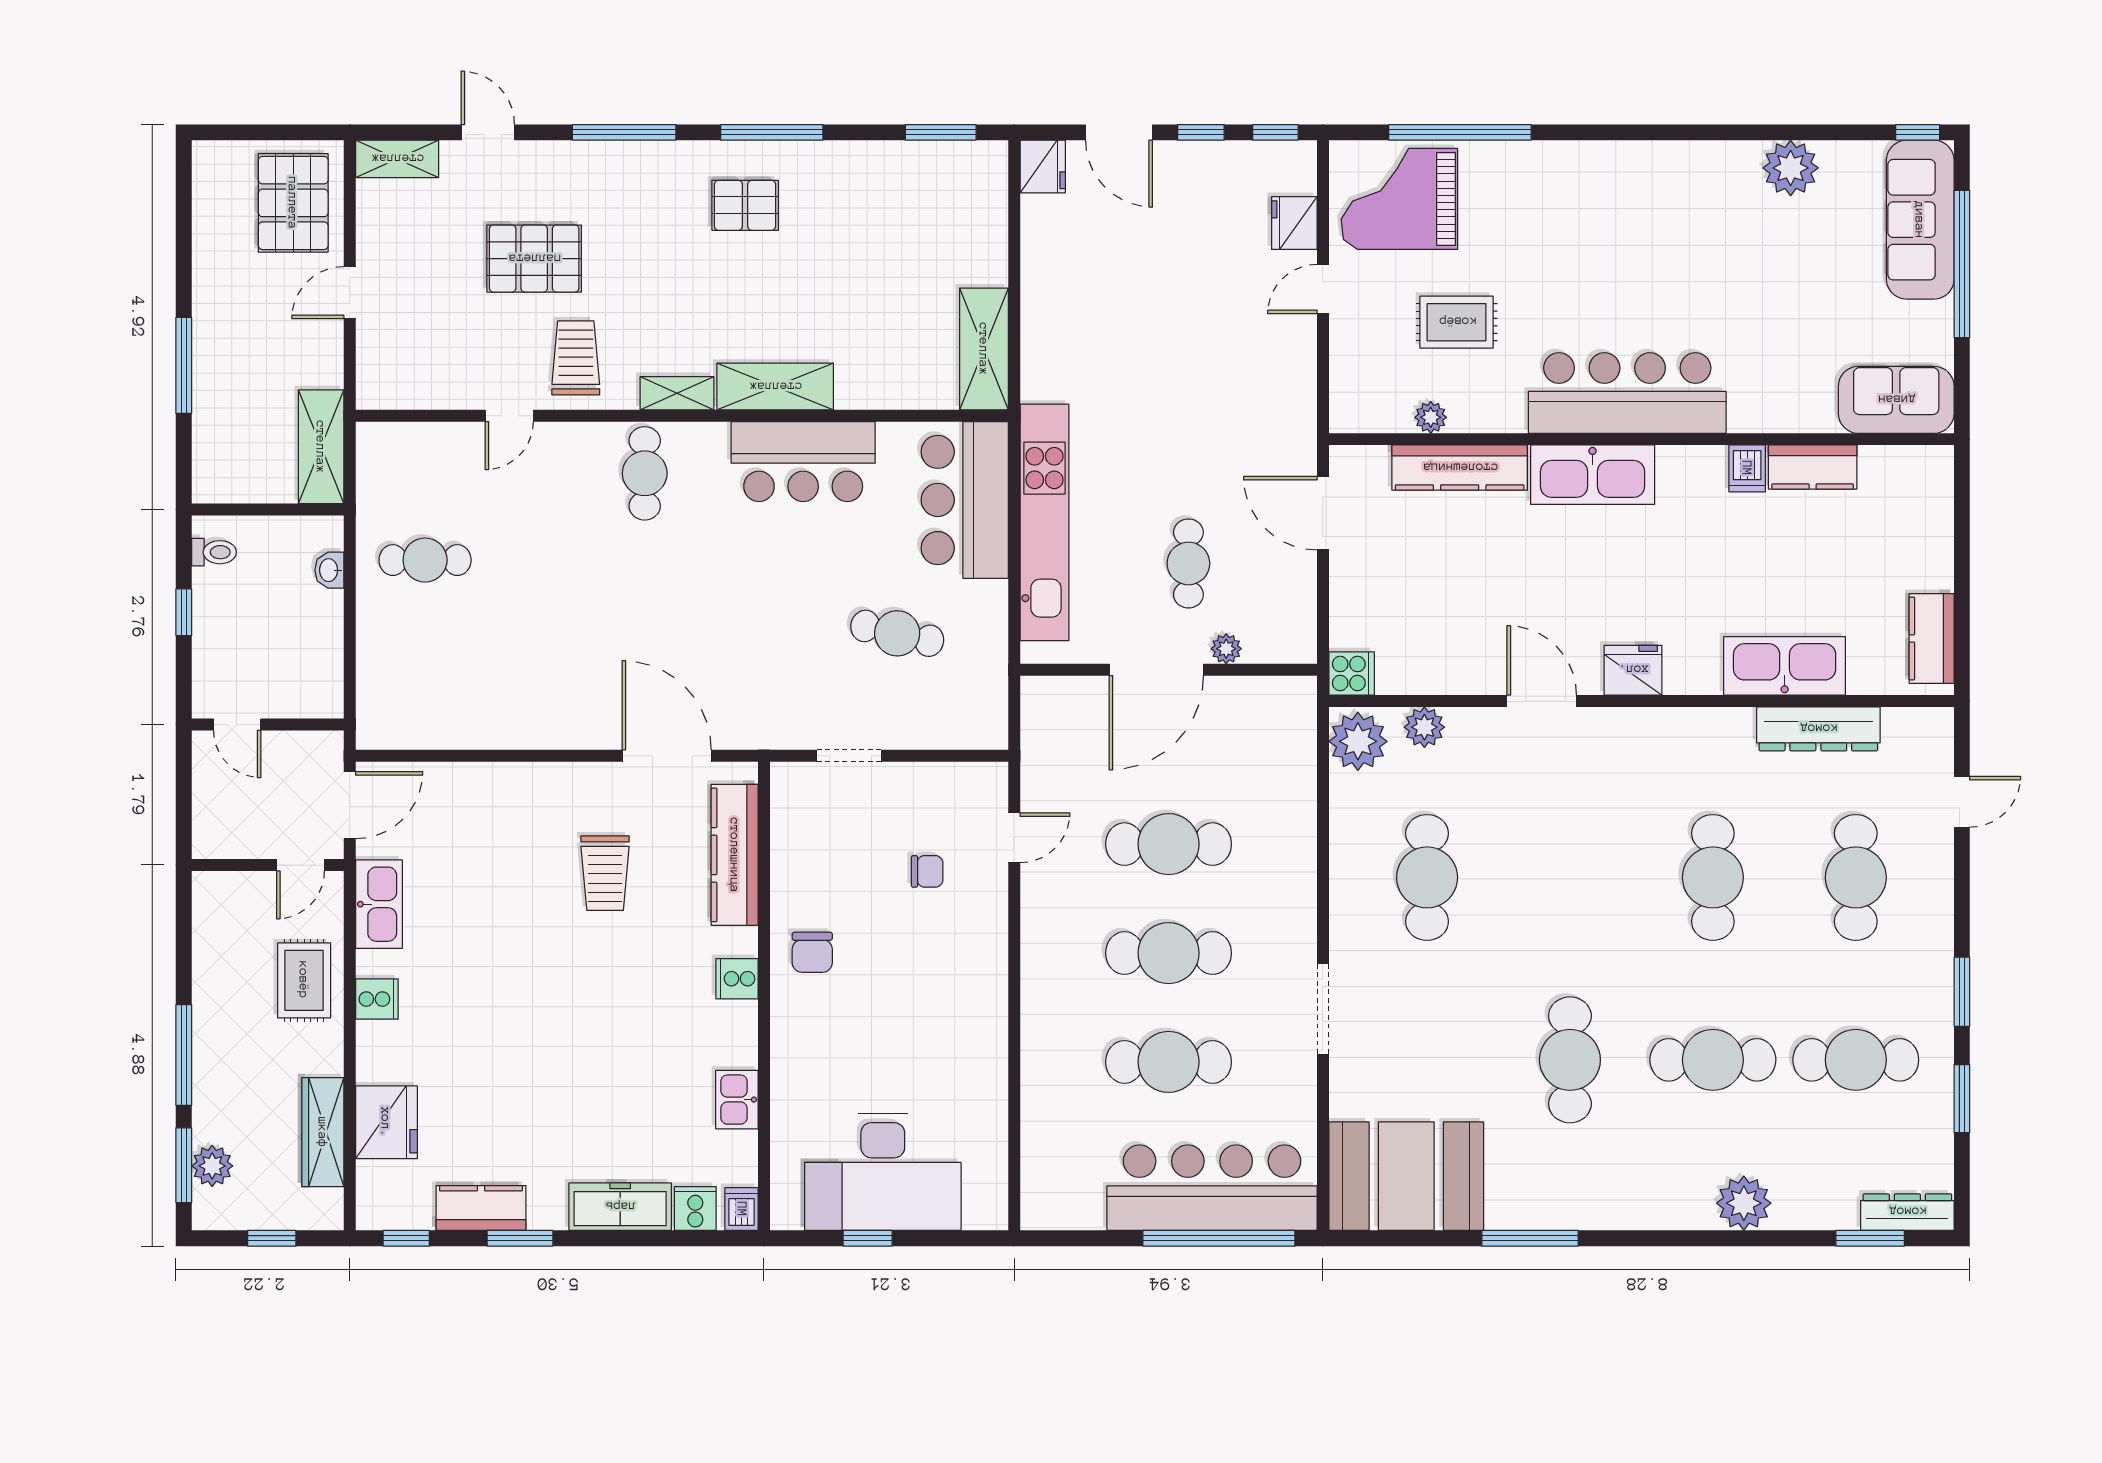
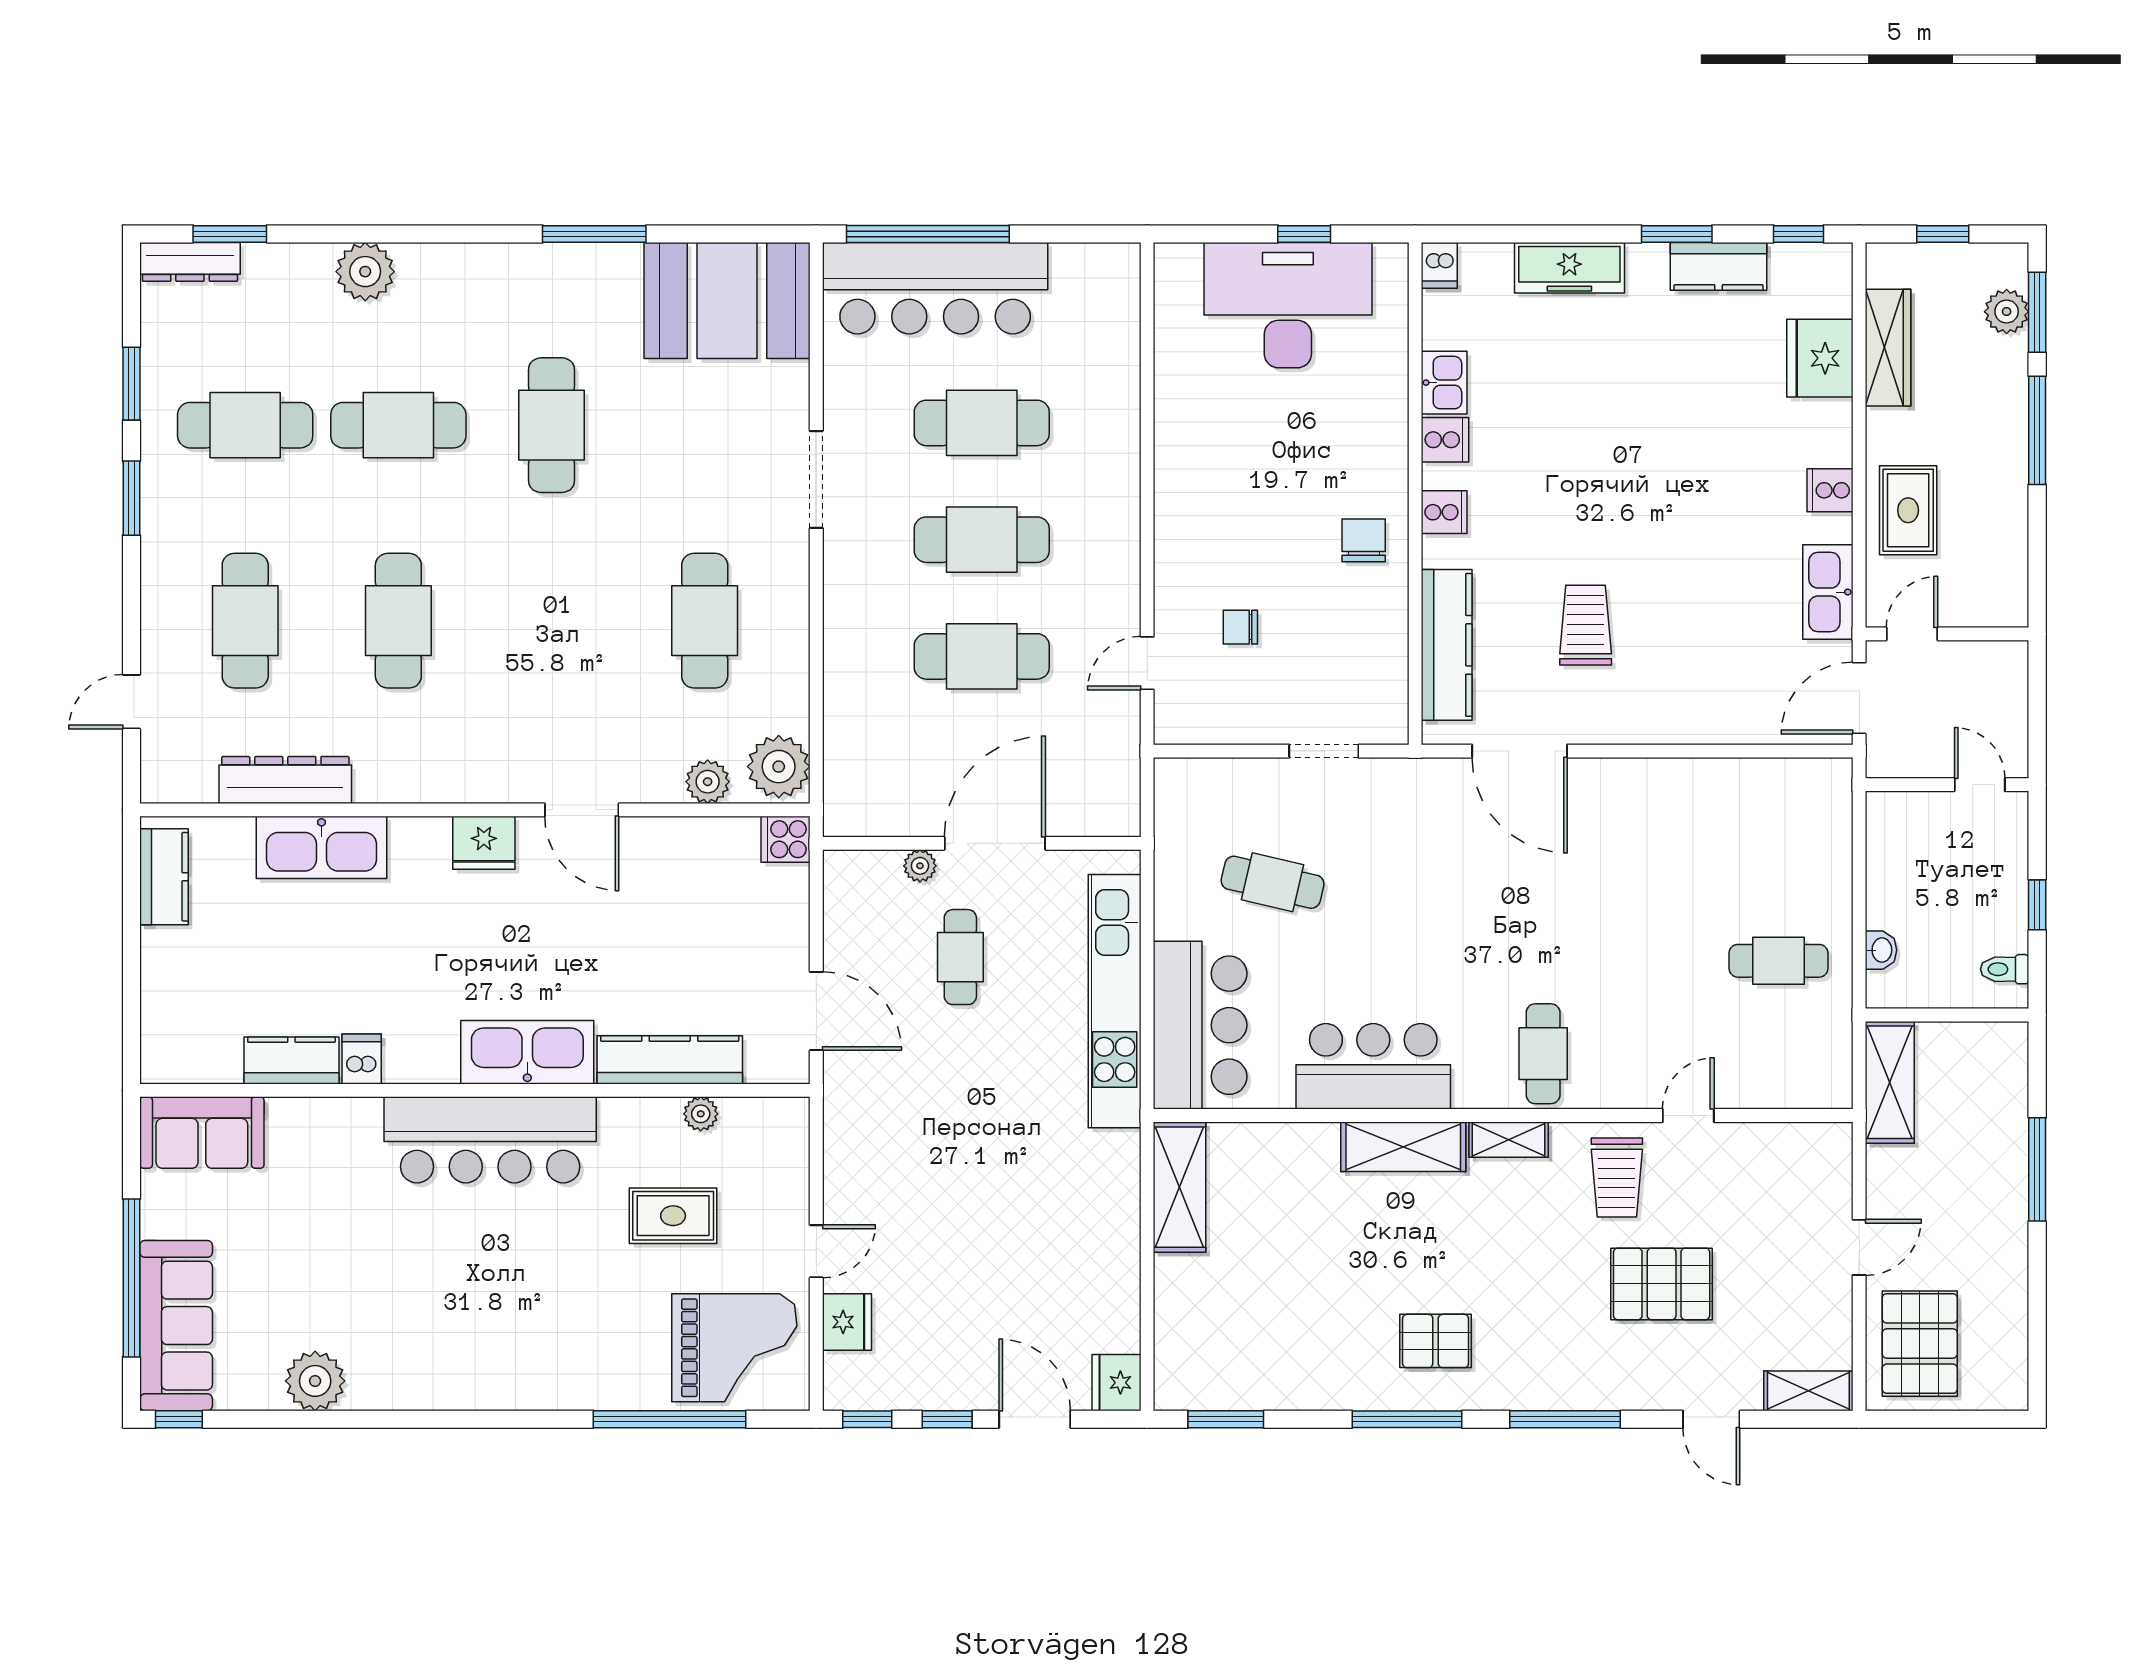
cooker: (695, 1209) -> (1445, 440), moved, turned -90

